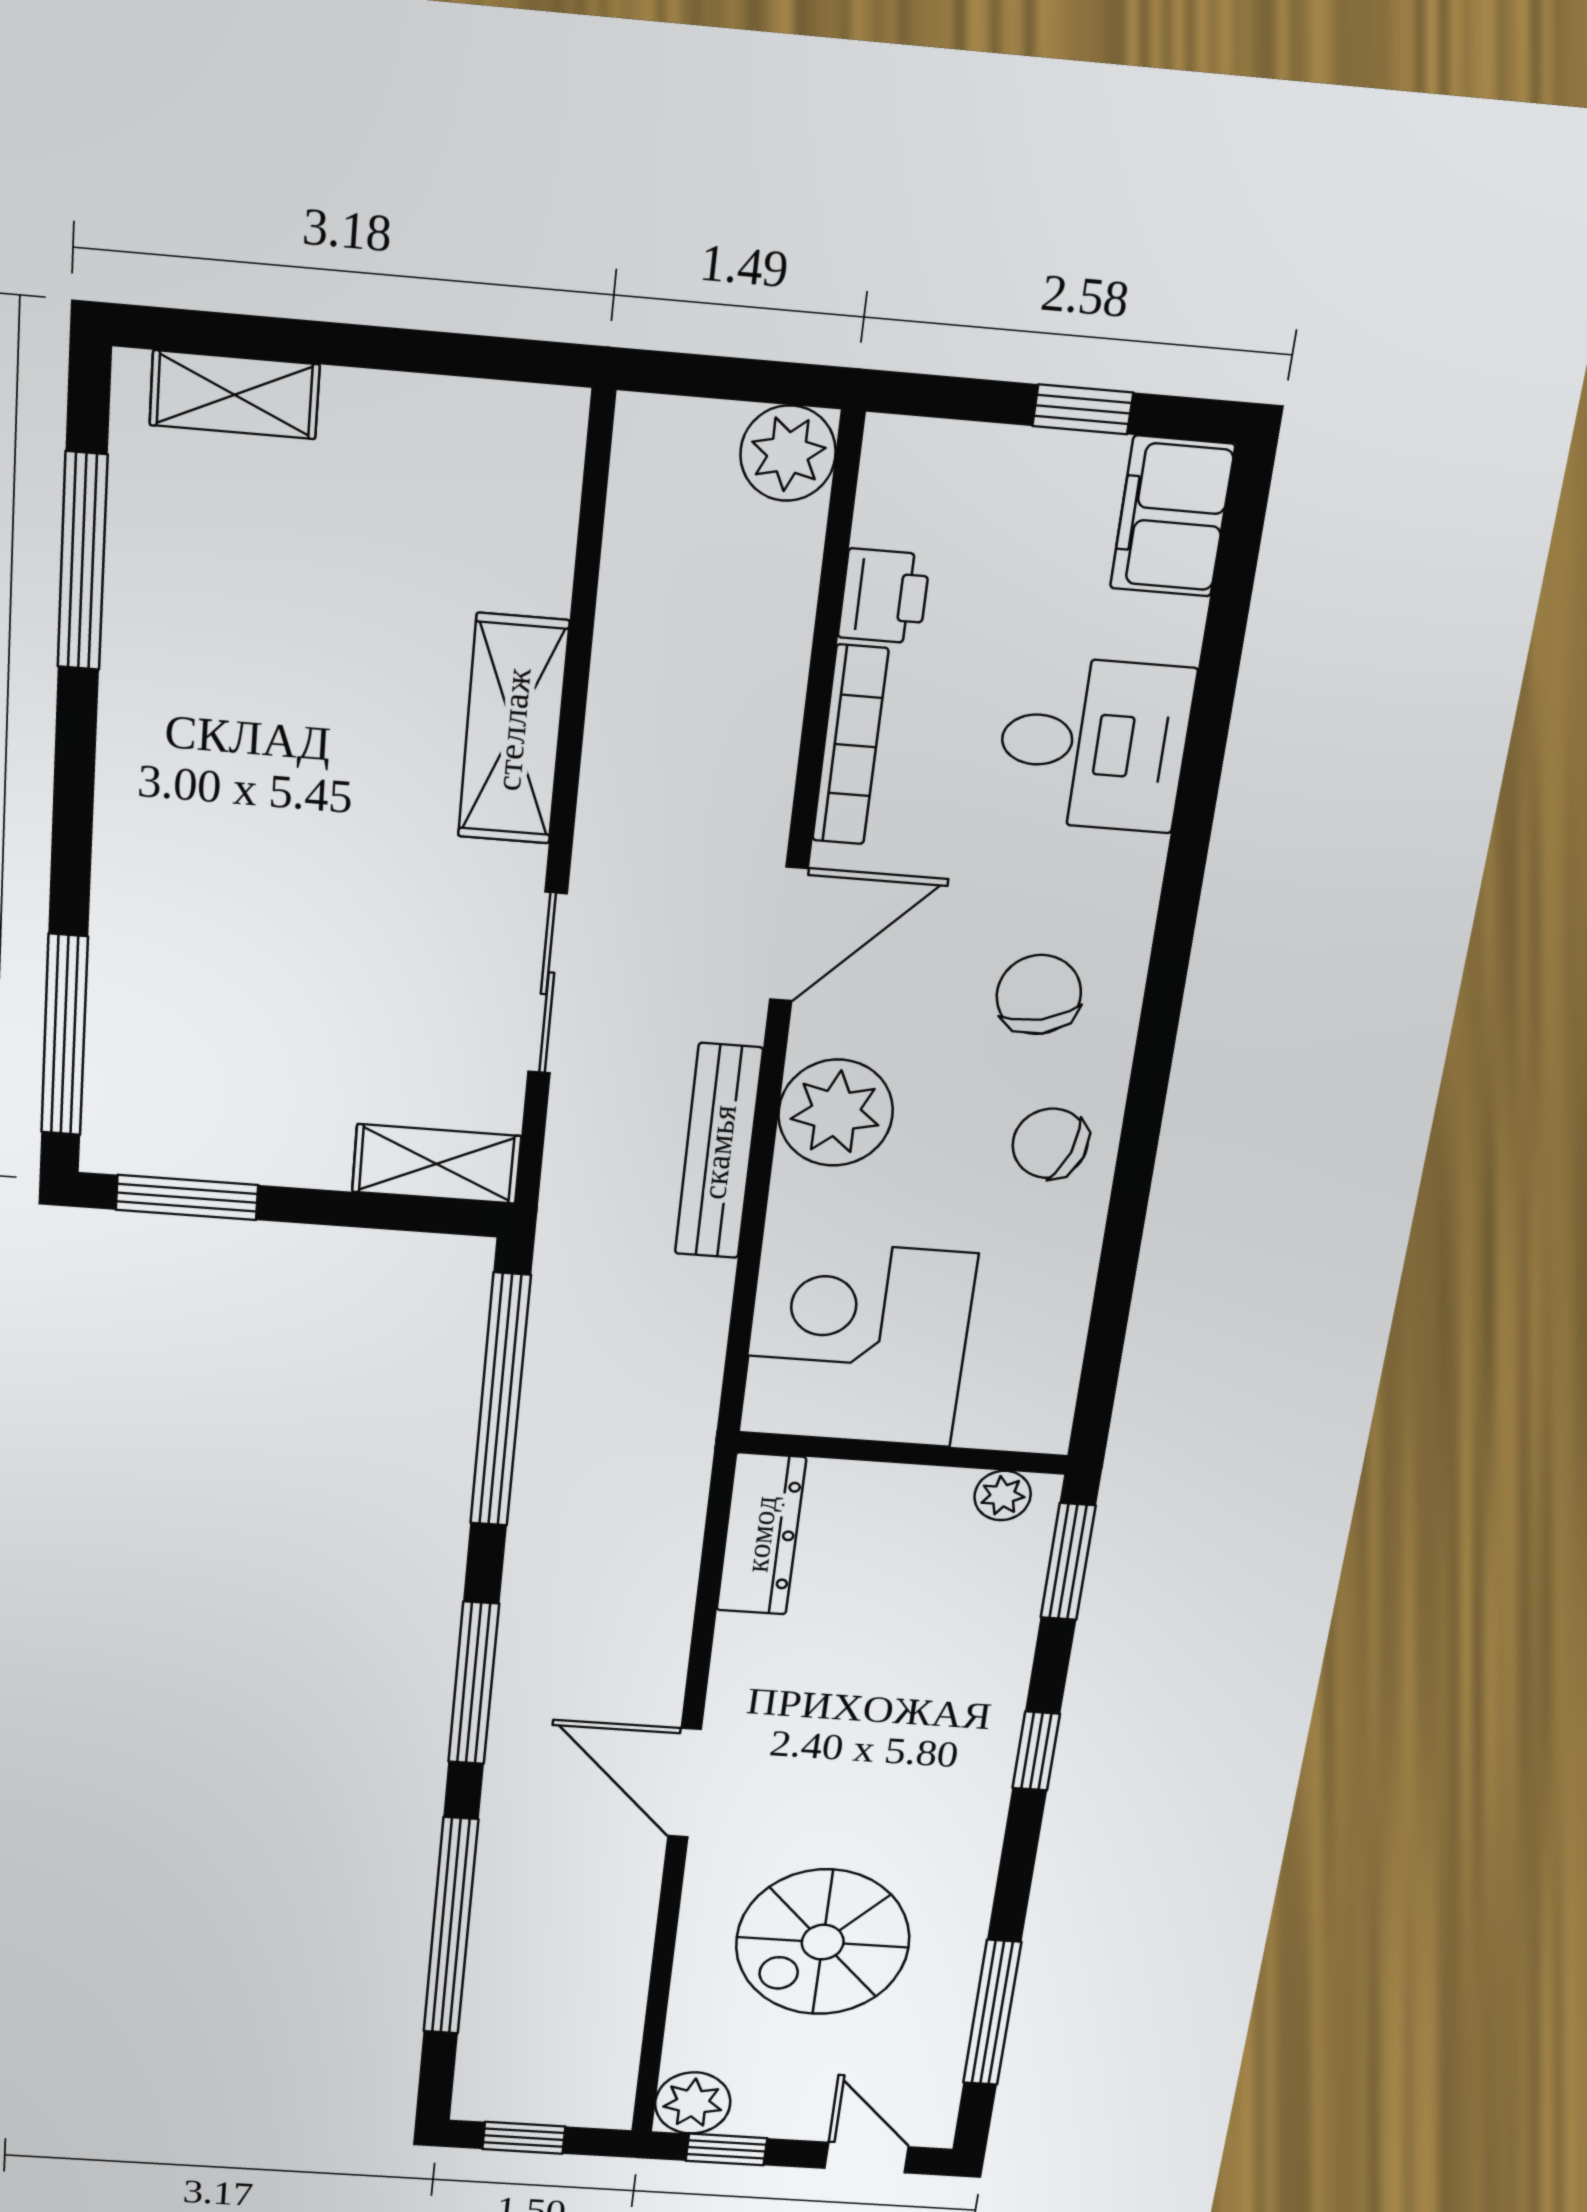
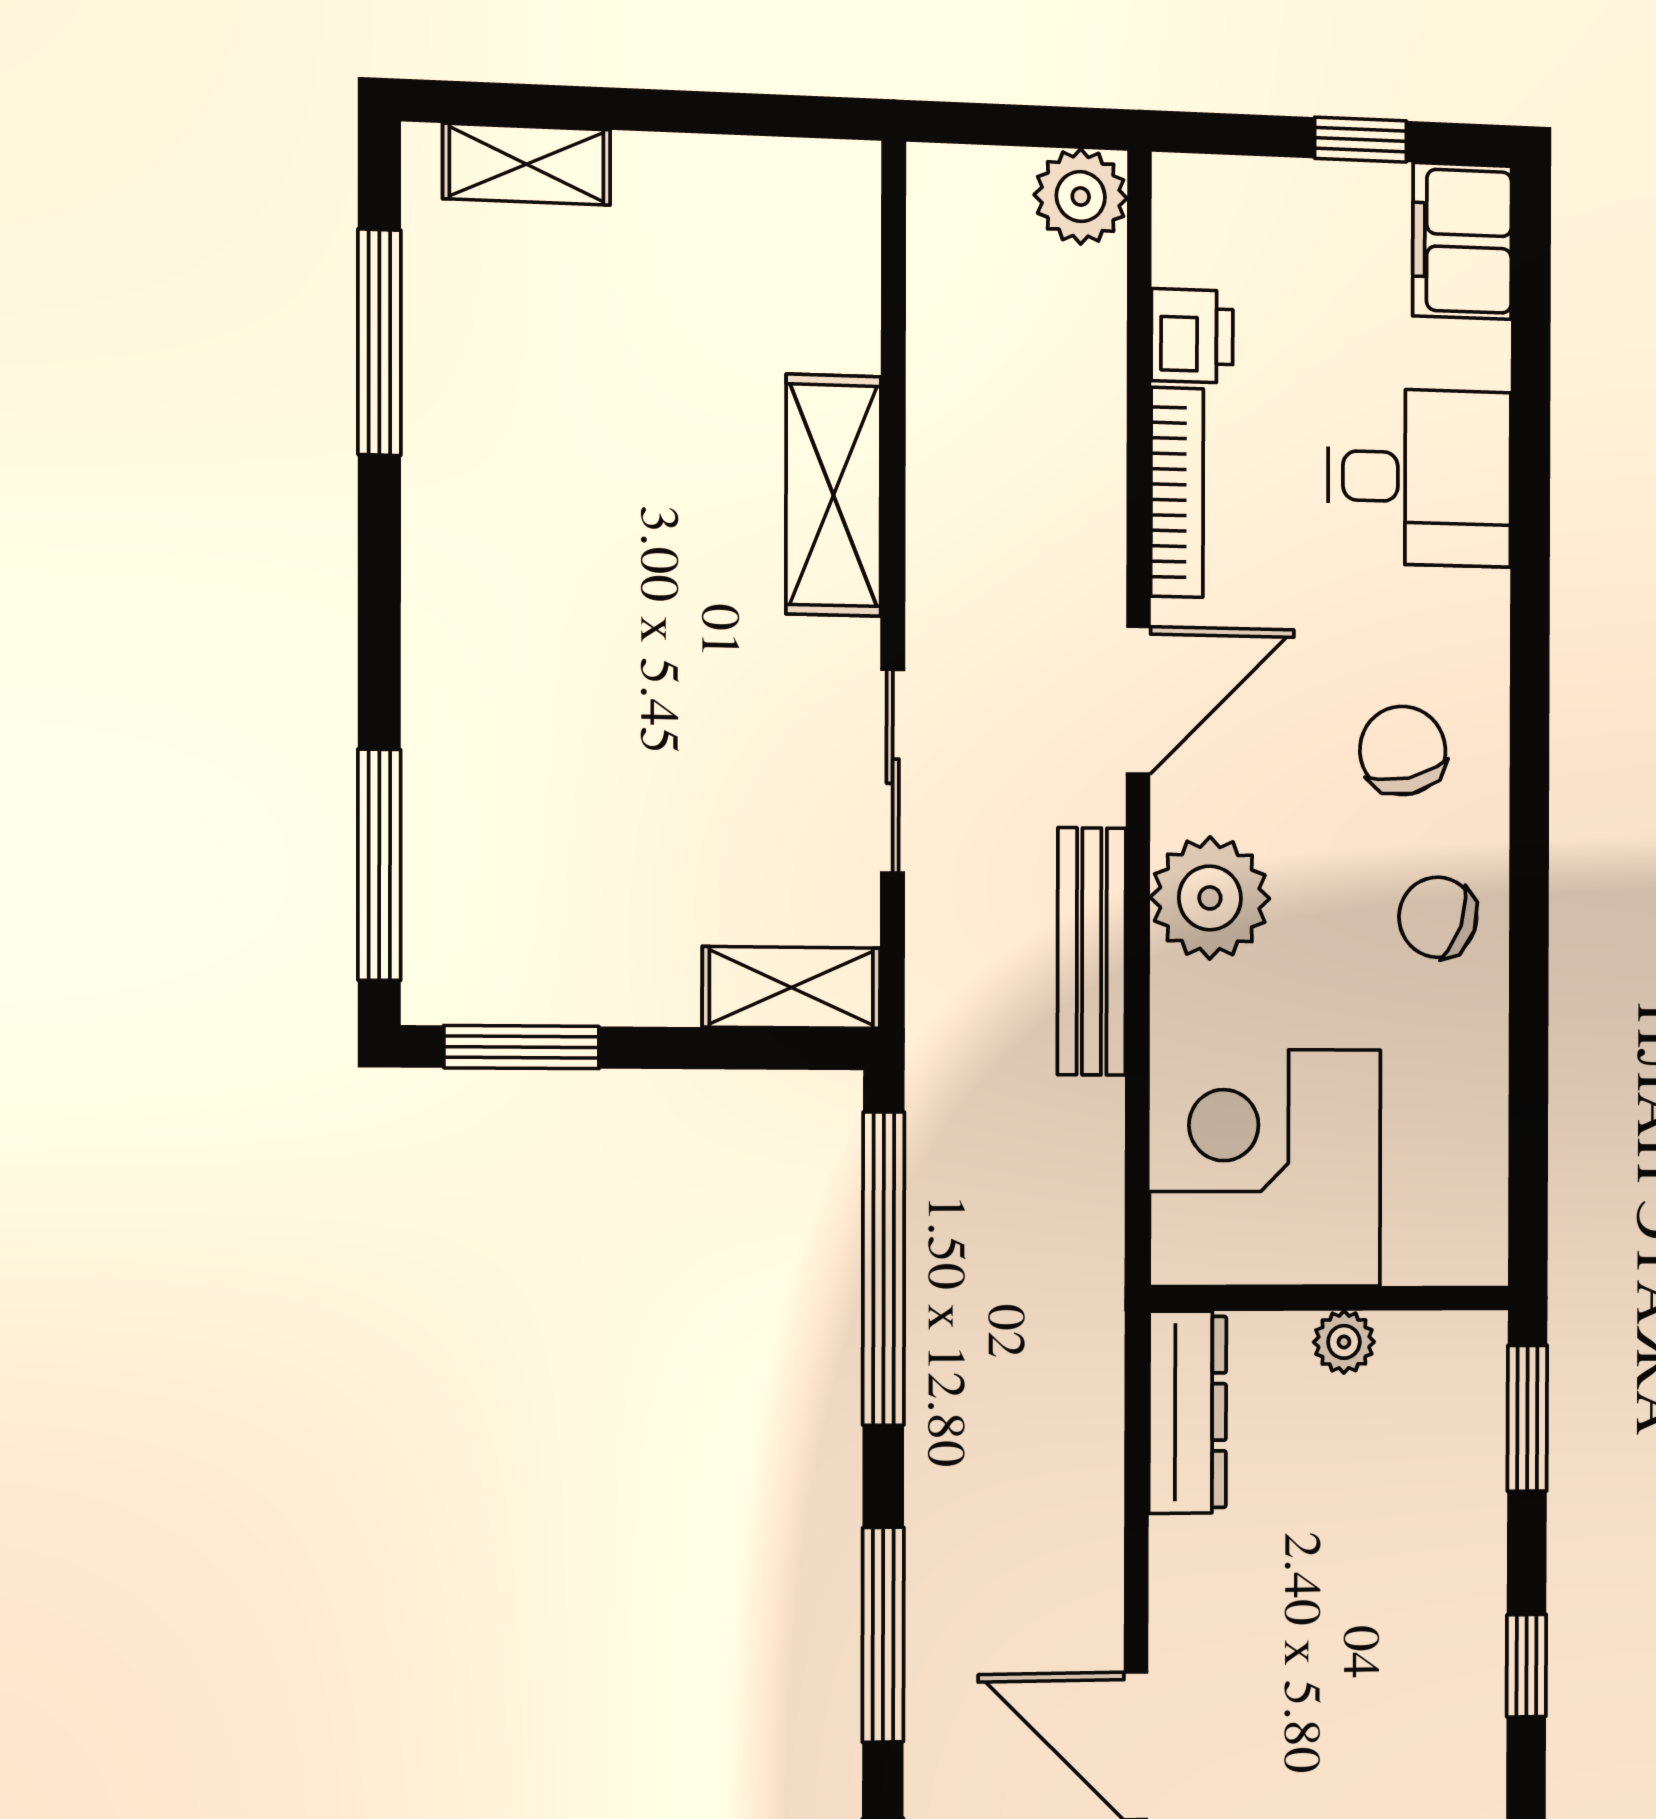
plant: (1003, 1496) -> (1344, 1342), moved

